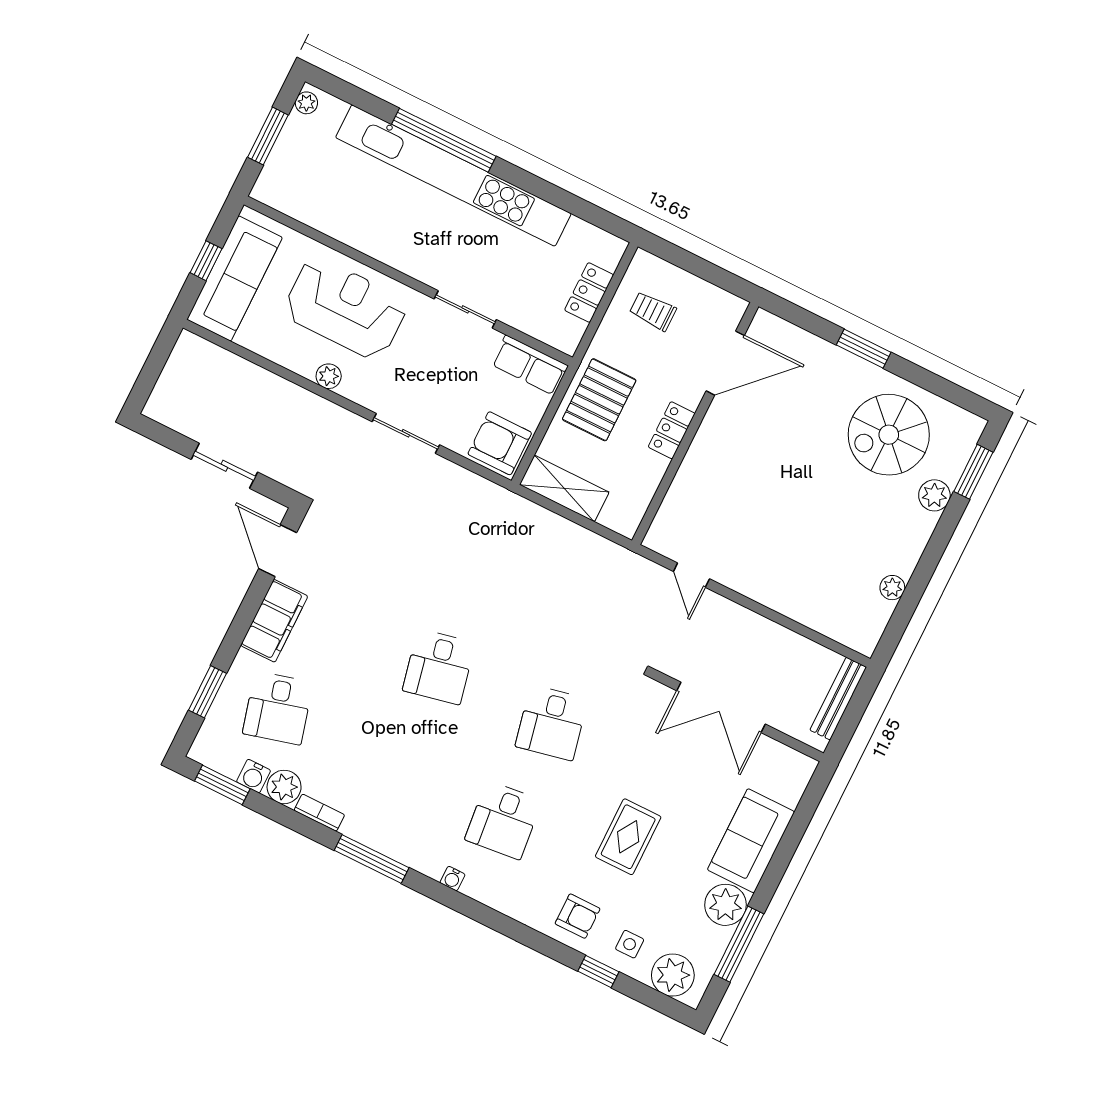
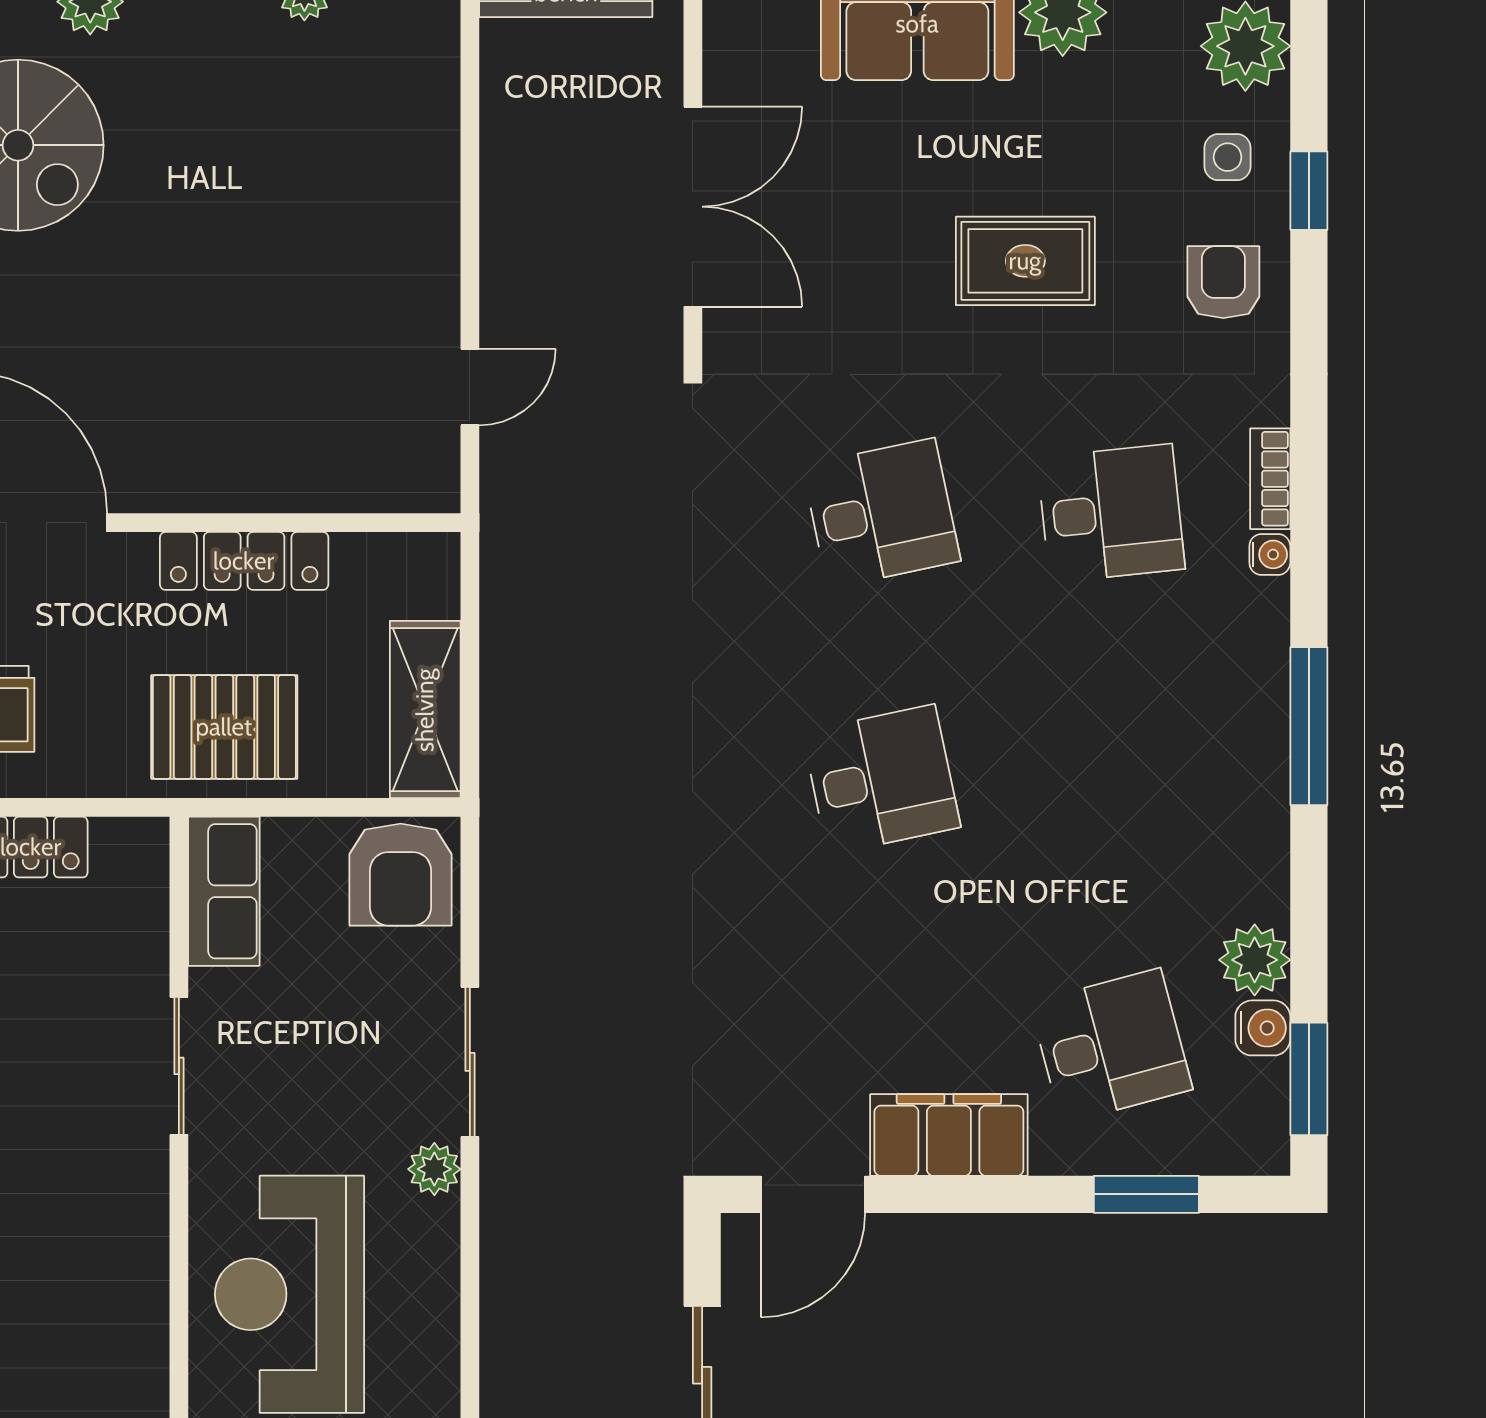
plant: (329, 376) -> (434, 1169), moved
locker: (672, 430) -> (244, 561), width x1.53
bookcase: (319, 813) -> (1270, 479), moved

